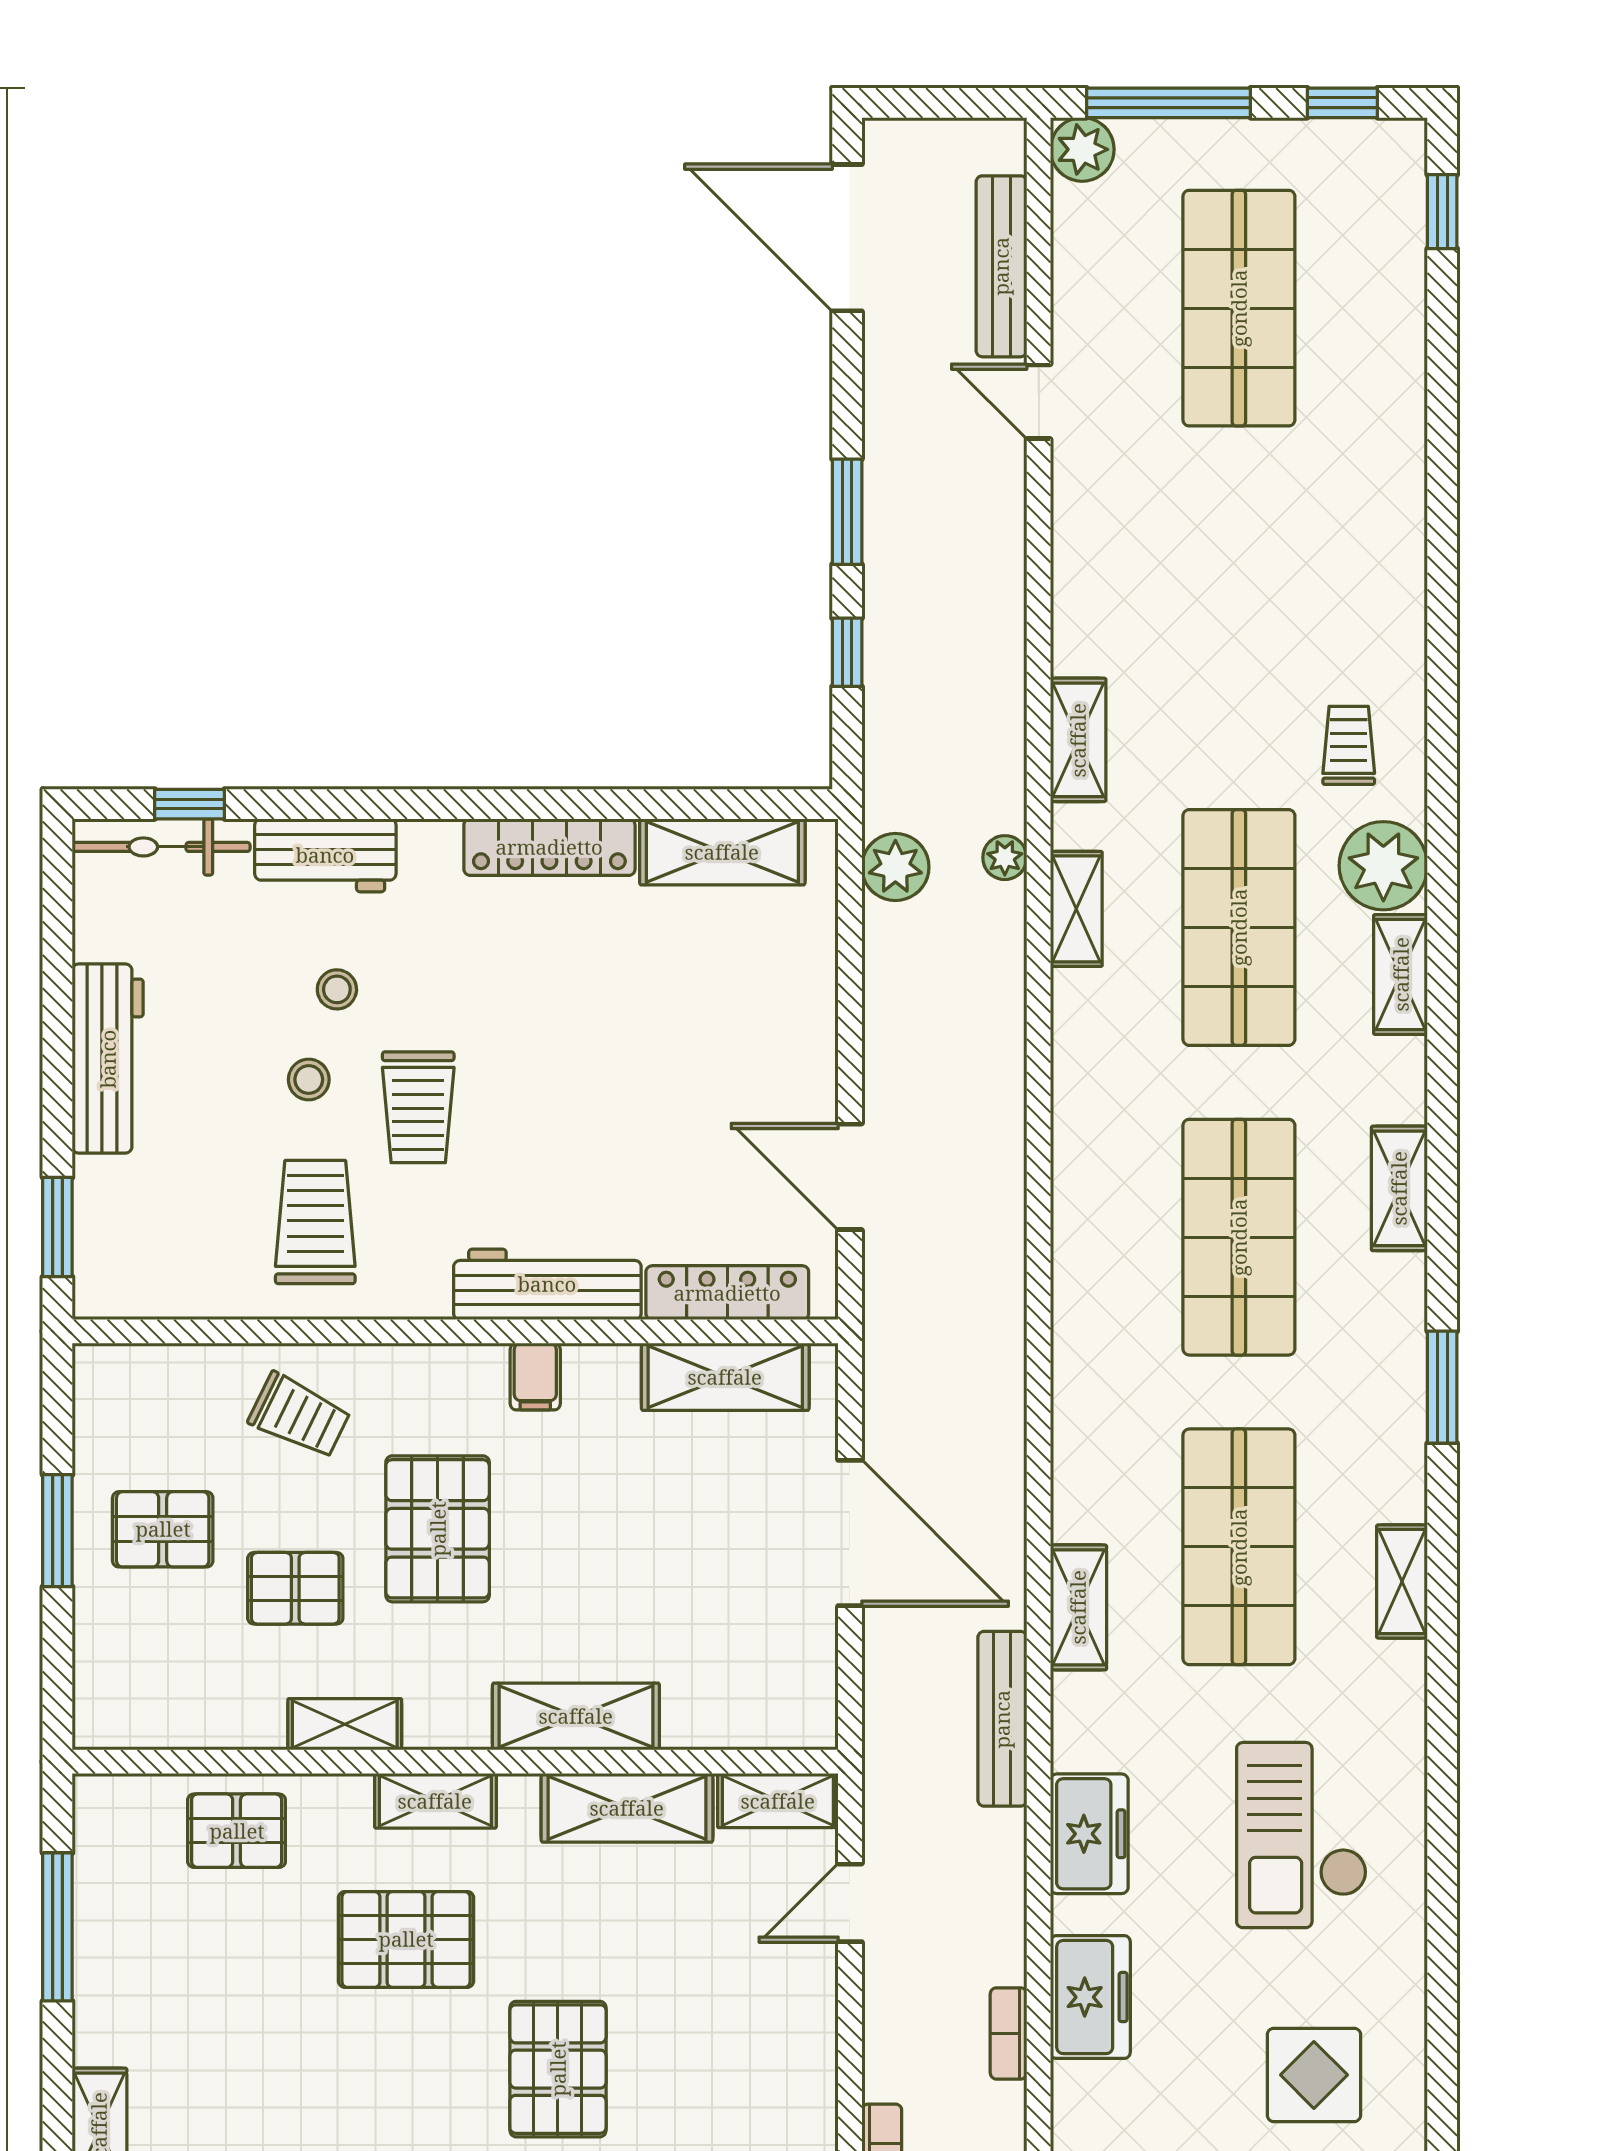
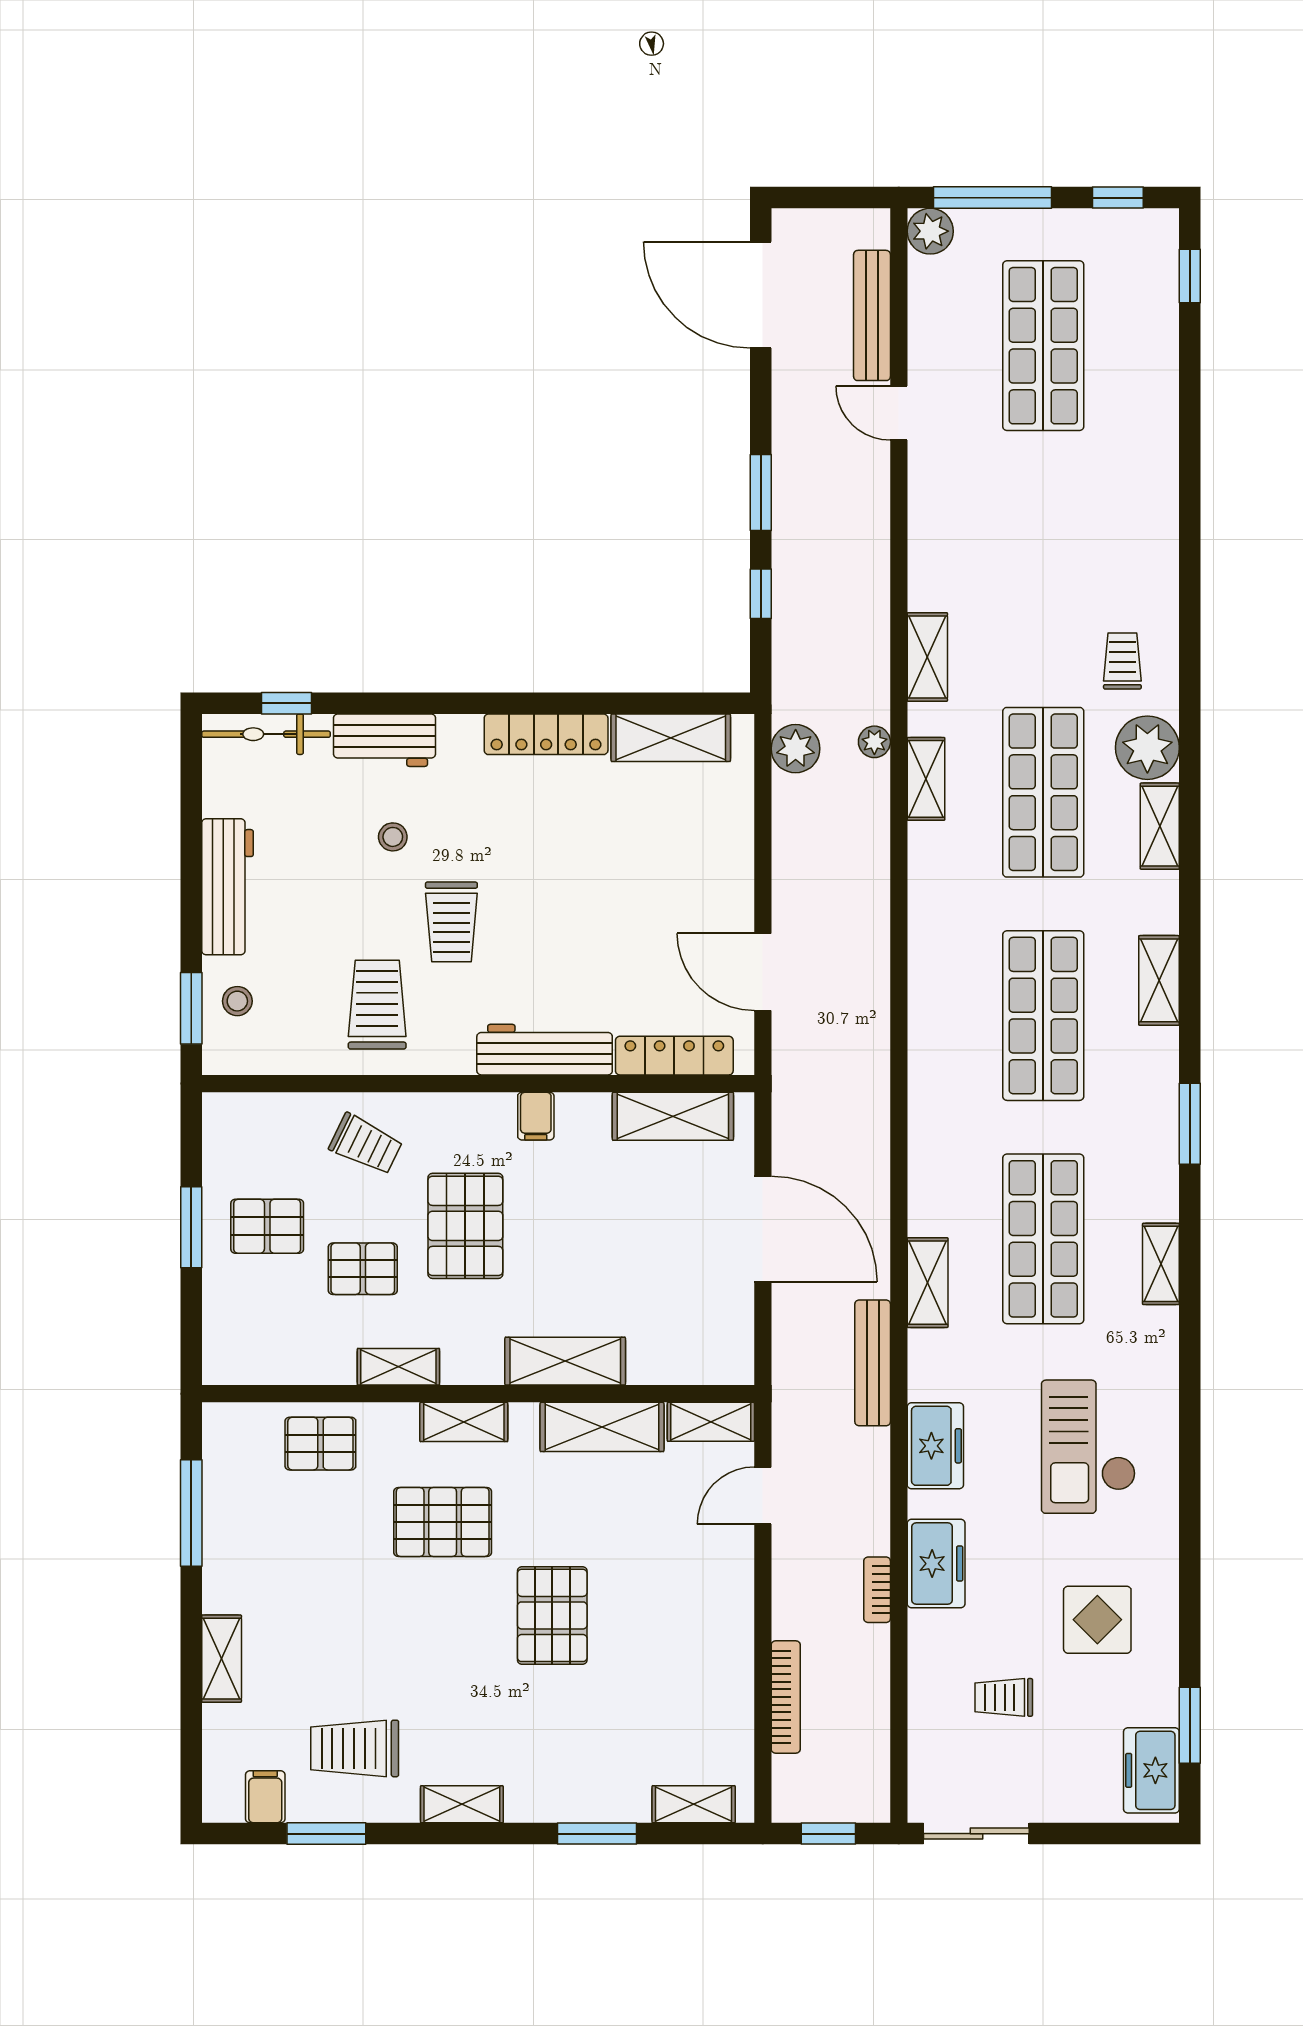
stool: (309, 1080) -> (237, 1001), moved

